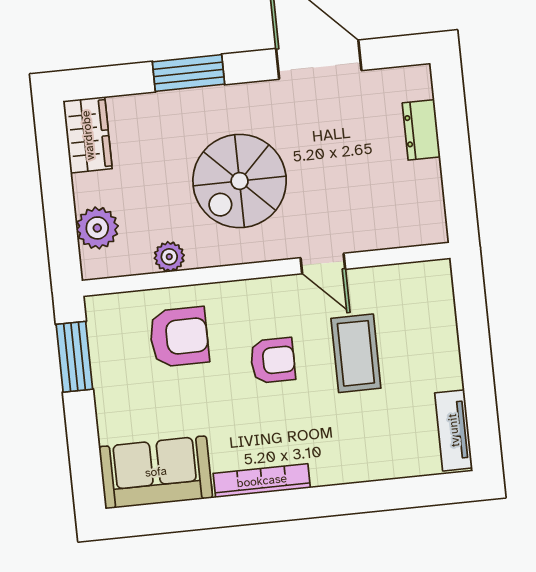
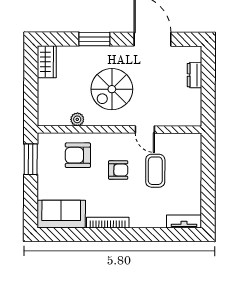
plant: (97, 228) -> (47, 103), removed
armchair: (179, 337) -> (78, 155), turned 180
tv unit: (454, 430) -> (184, 221), moved, turned 90

